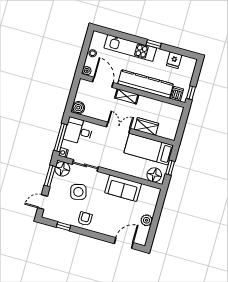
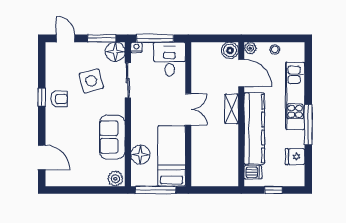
window: (154, 44) -> (308, 125), width x2.17
door: (103, 82) -> (241, 73), hinge flipped
window: (191, 93) -> (273, 190), moved
boiler: (78, 108) -> (230, 50), moved
wardrobe: (146, 127) -> (200, 145), removed
window: (170, 168) -> (156, 190), width x2.17
floor lamp: (154, 175) -> (140, 155), moved
plant: (147, 220) -> (115, 179), moved
window: (63, 226) -> (42, 97), moved

